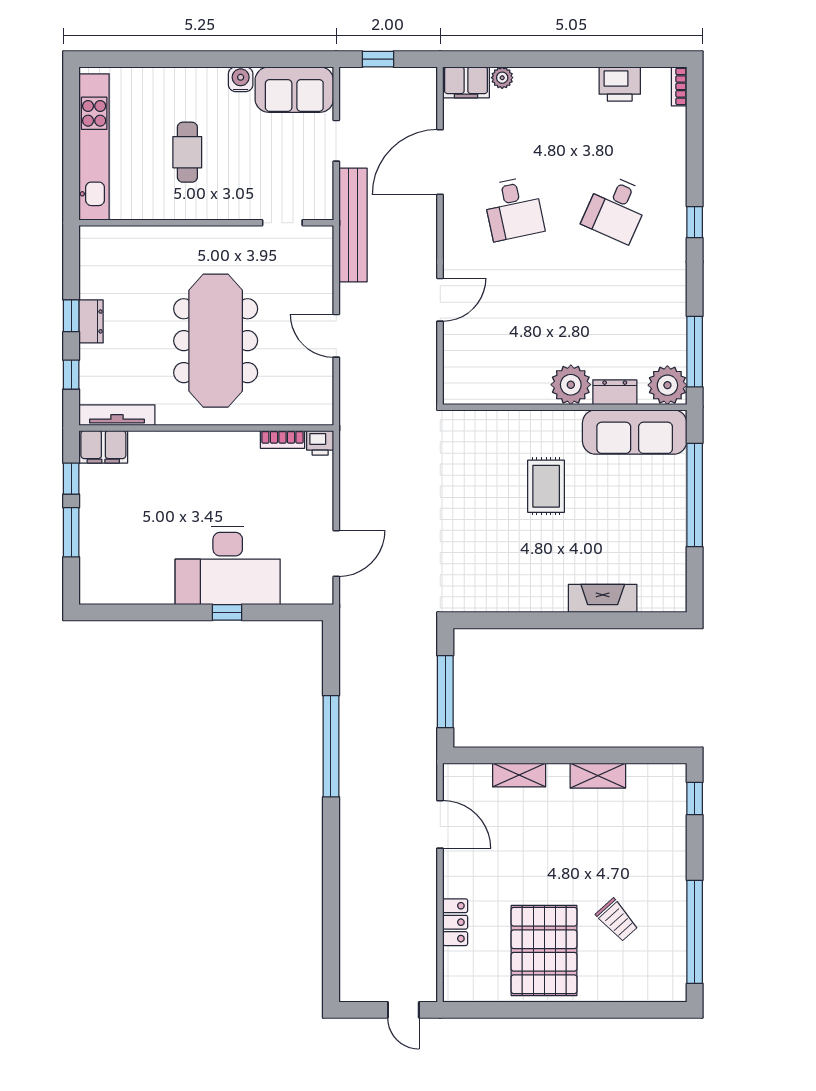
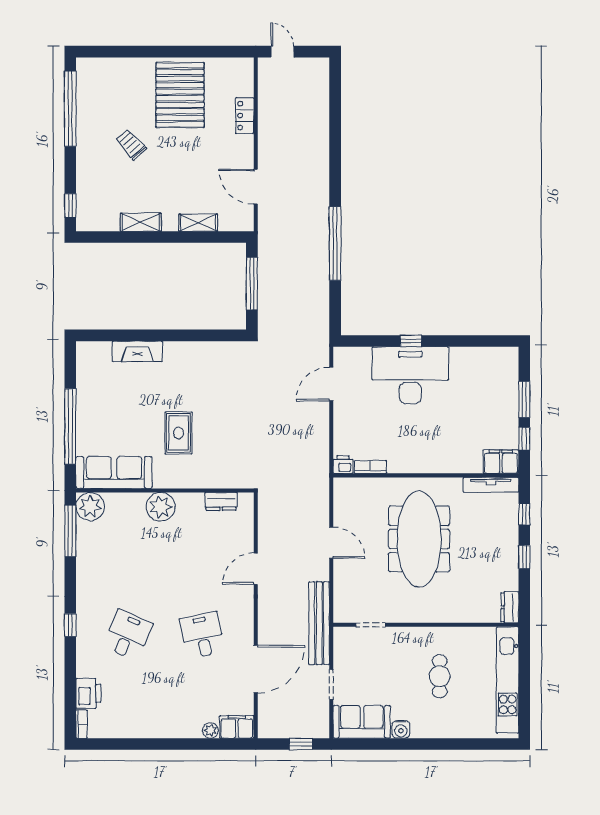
printer: (620, 84) -> (88, 693), moved, turned 90
dresser: (91, 321) -> (510, 607), moved
dresser: (615, 392) -> (221, 501), moved
trolley: (617, 920) -> (131, 144), moved

